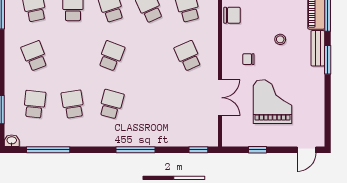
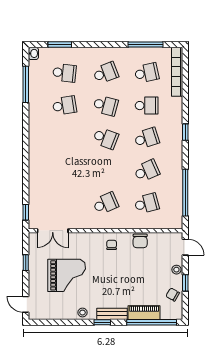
stool: (280, 39) -> (82, 313), moved
chair: (248, 59) -> (112, 245), moved
window: (328, 60) -> (102, 322), width x0.67
double door: (220, 98) -> (53, 231), moved
school desk: (111, 104) -> (106, 106), moved
window: (135, 150) -> (26, 159), removed

